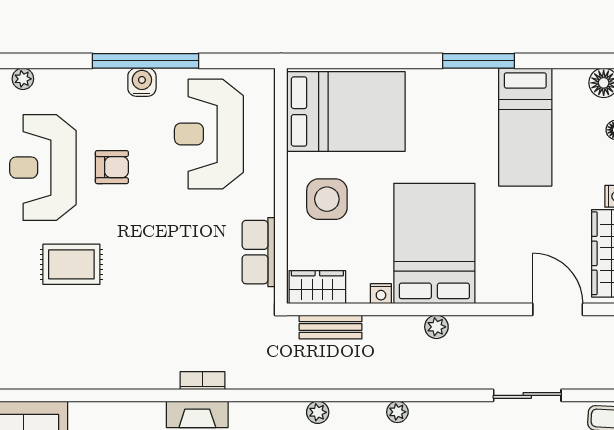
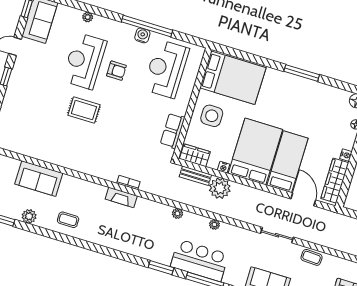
bed: (525, 127) -> (287, 162), moved, turned 180
plant: (436, 327) -> (220, 188), moved, width x1.88, depth x1.88

